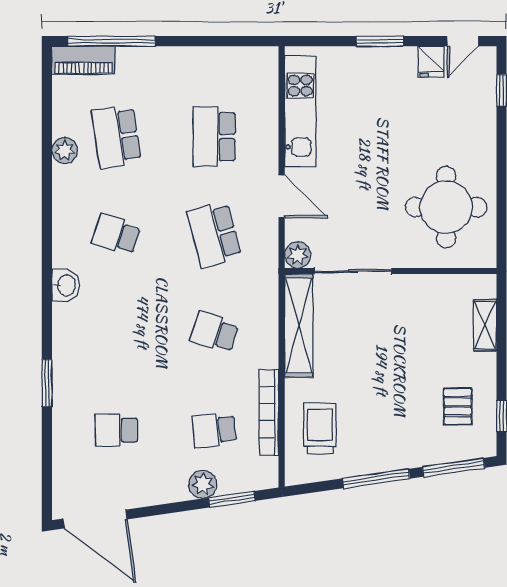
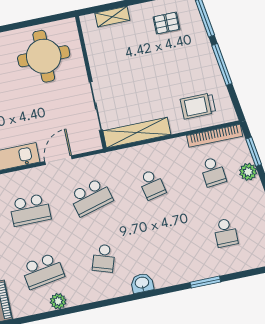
plant: (298, 255) -> (93, 142), removed
school desk: (214, 332) -> (152, 184), turned -30
bookcase: (269, 412) -> (215, 136), moved

